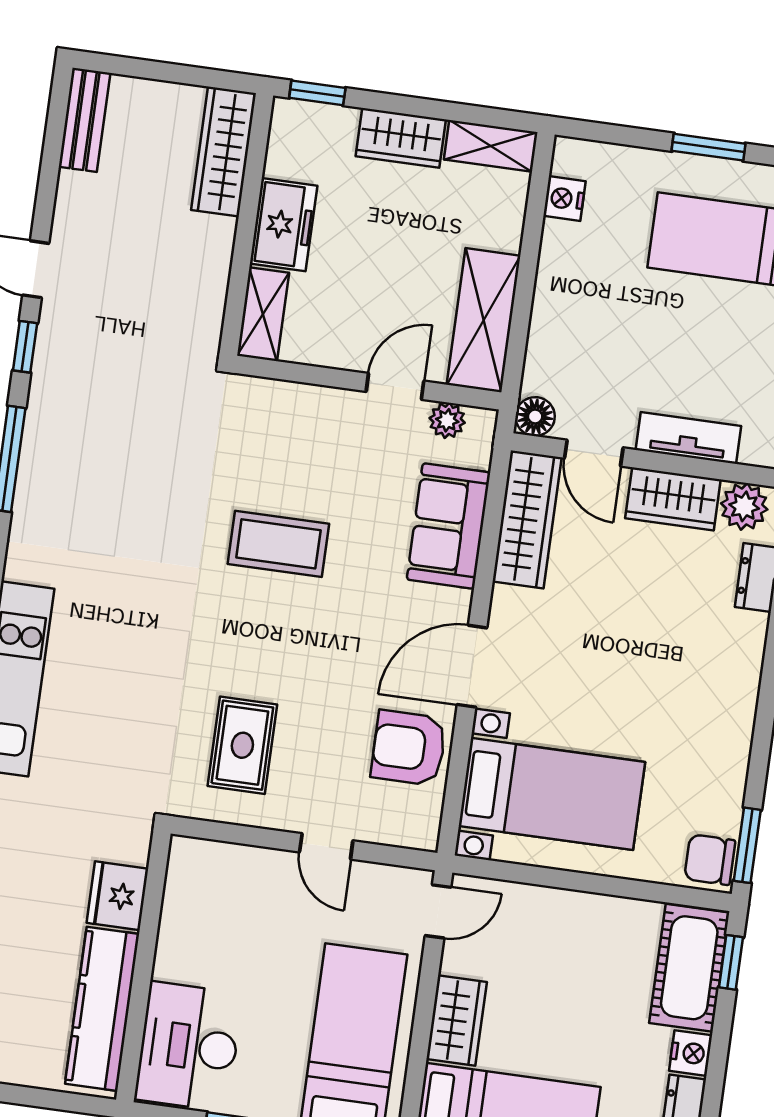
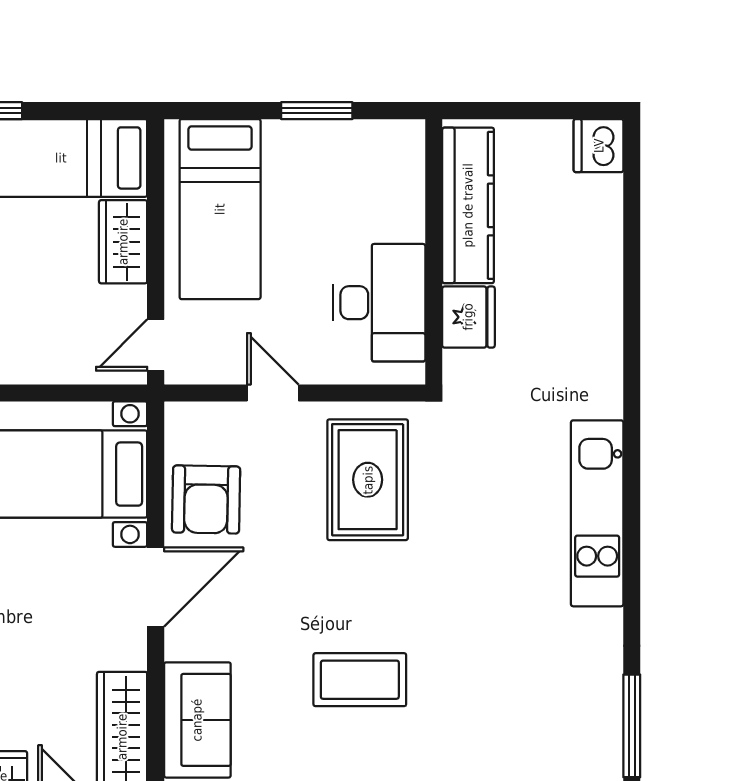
rug: (242, 745) -> (368, 480), width x1.36, depth x1.43
armchair: (409, 748) -> (206, 499), turned 91
desk: (189, 1046) -> (379, 303), moved

